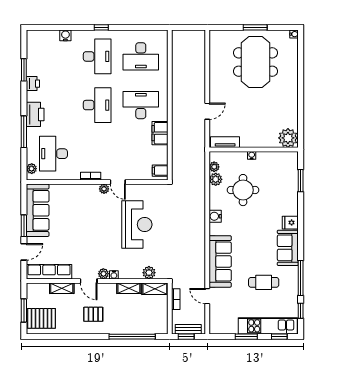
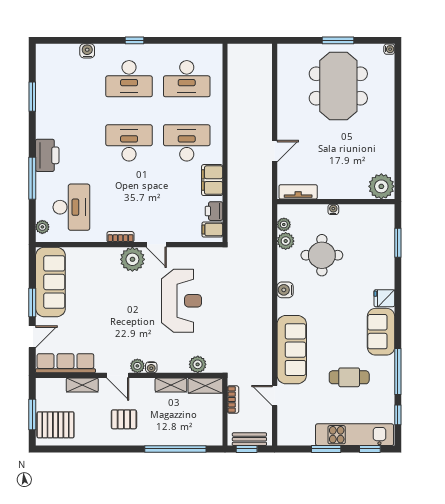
desk: (97, 56) -> (129, 79), turned 90
printer: (33, 84) -> (214, 211), moved, turned 180
desk: (97, 105) -> (129, 143), turned -90
desk: (53, 154) -> (71, 207), turned 180
plant: (104, 189) -> (132, 259), width x1.88, depth x1.88

